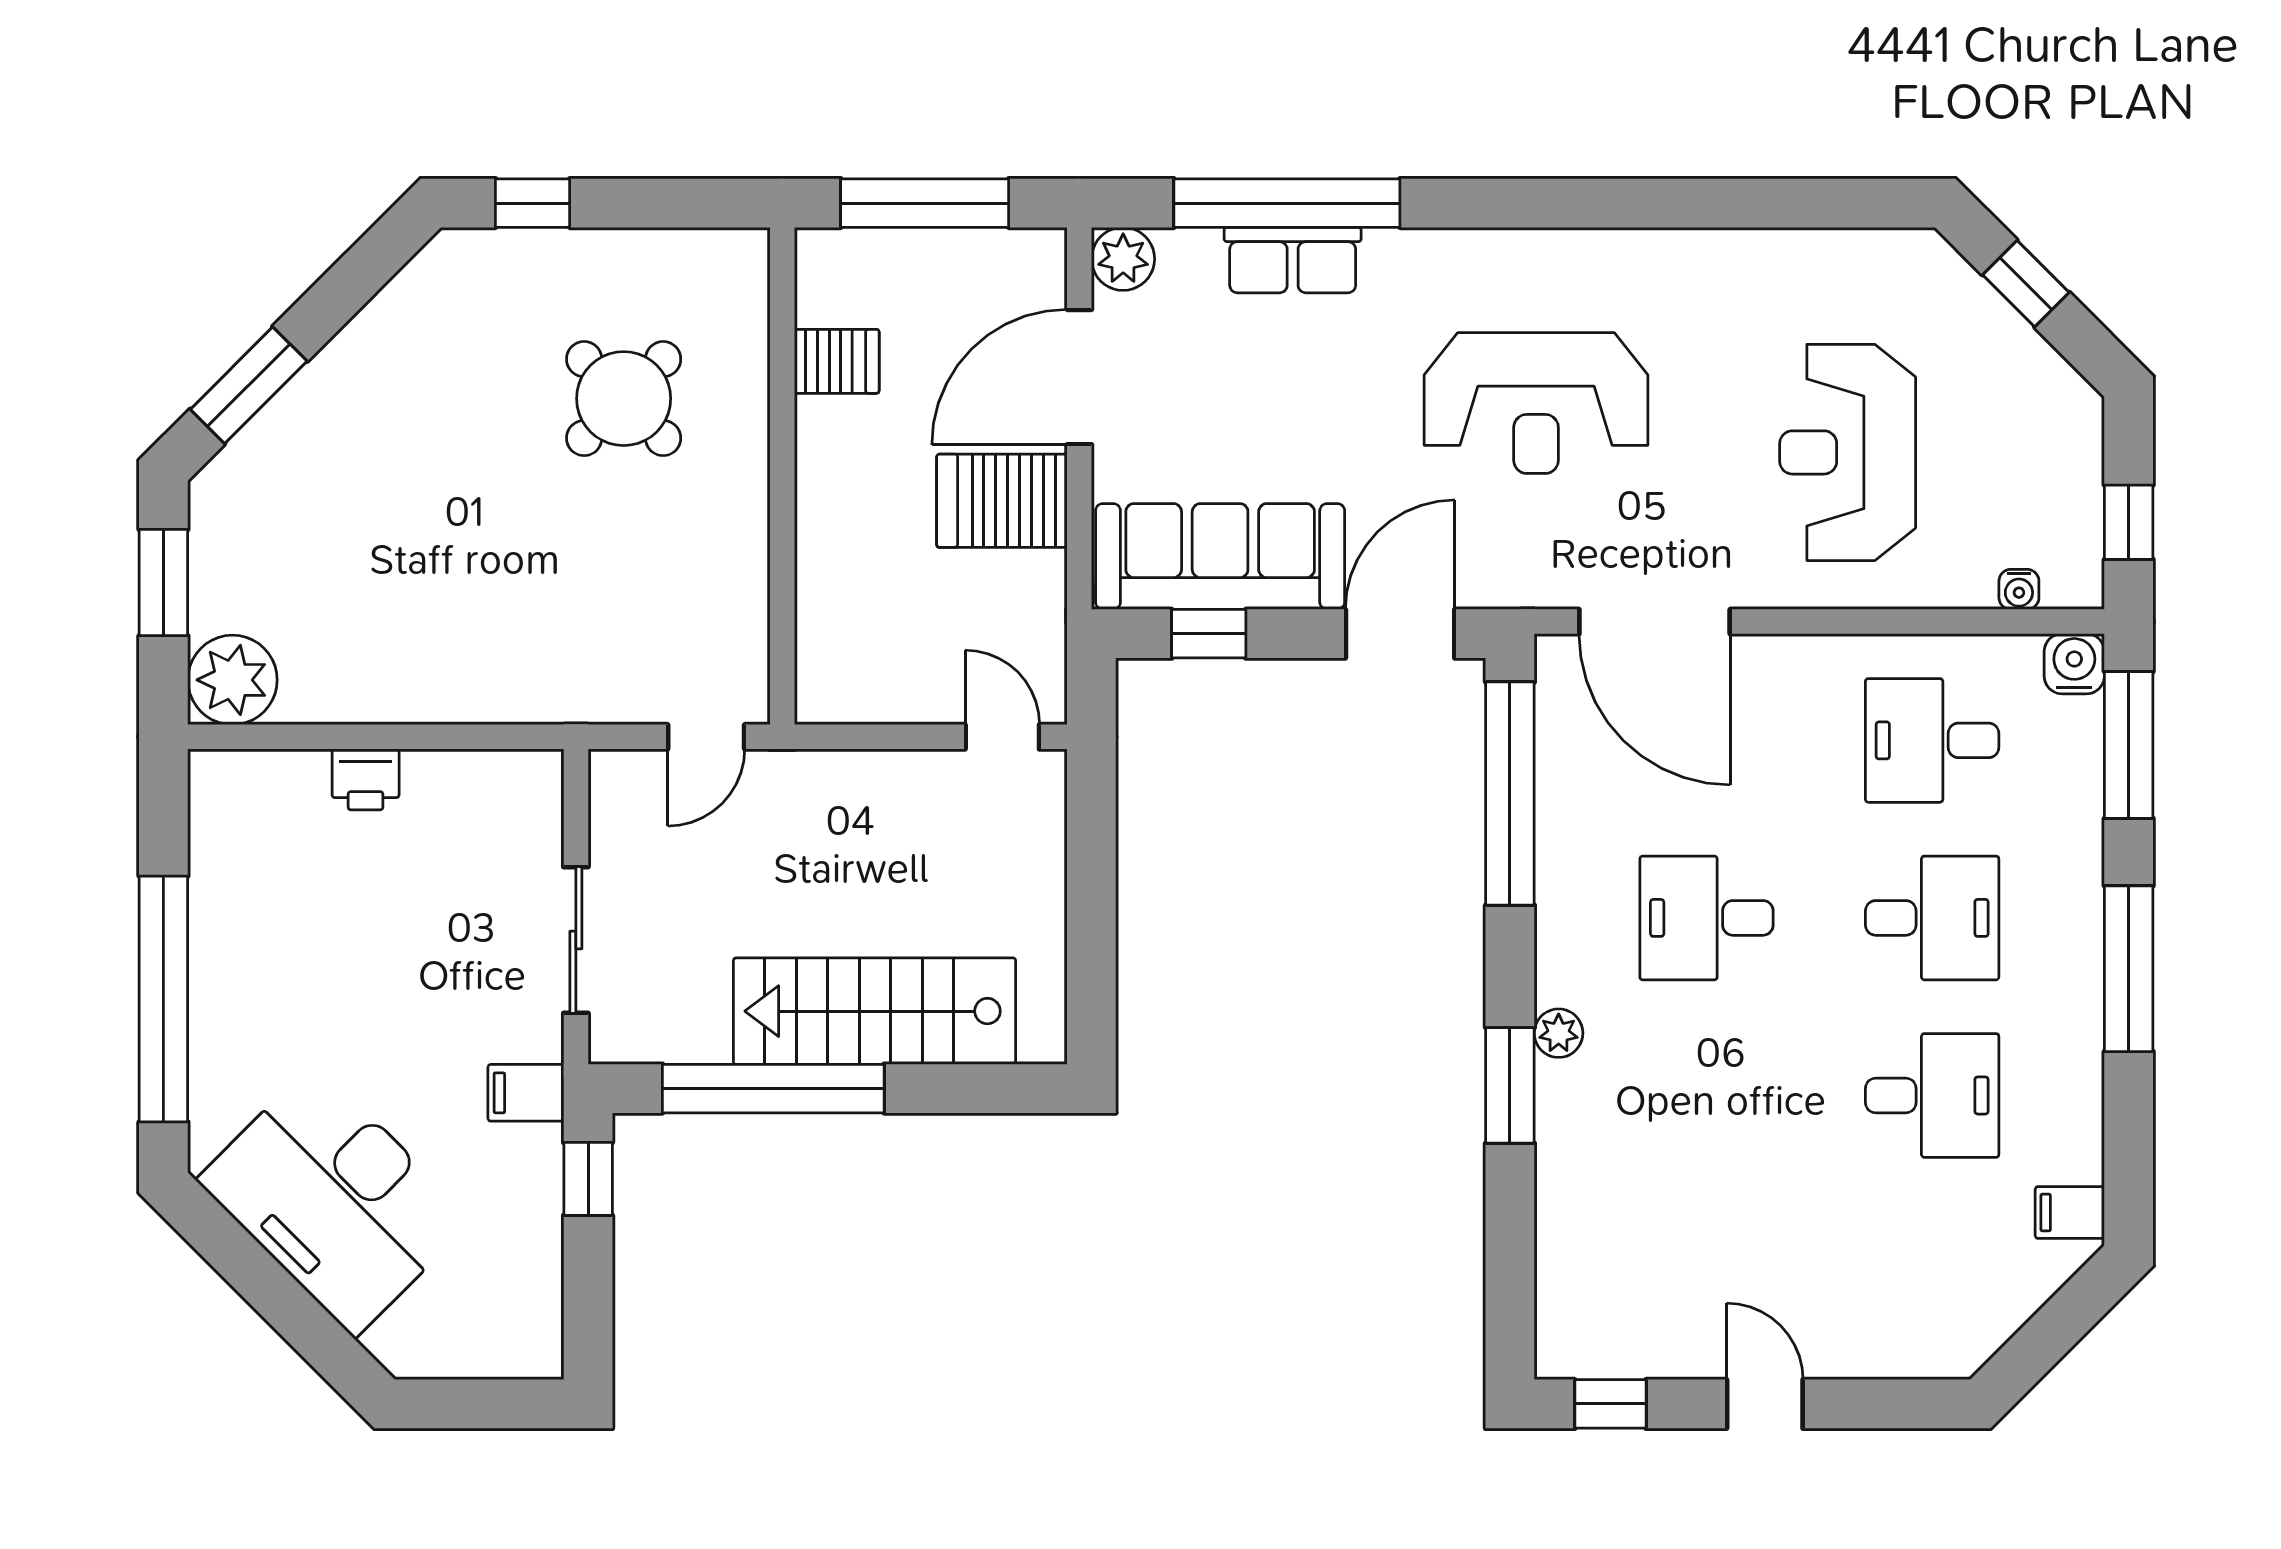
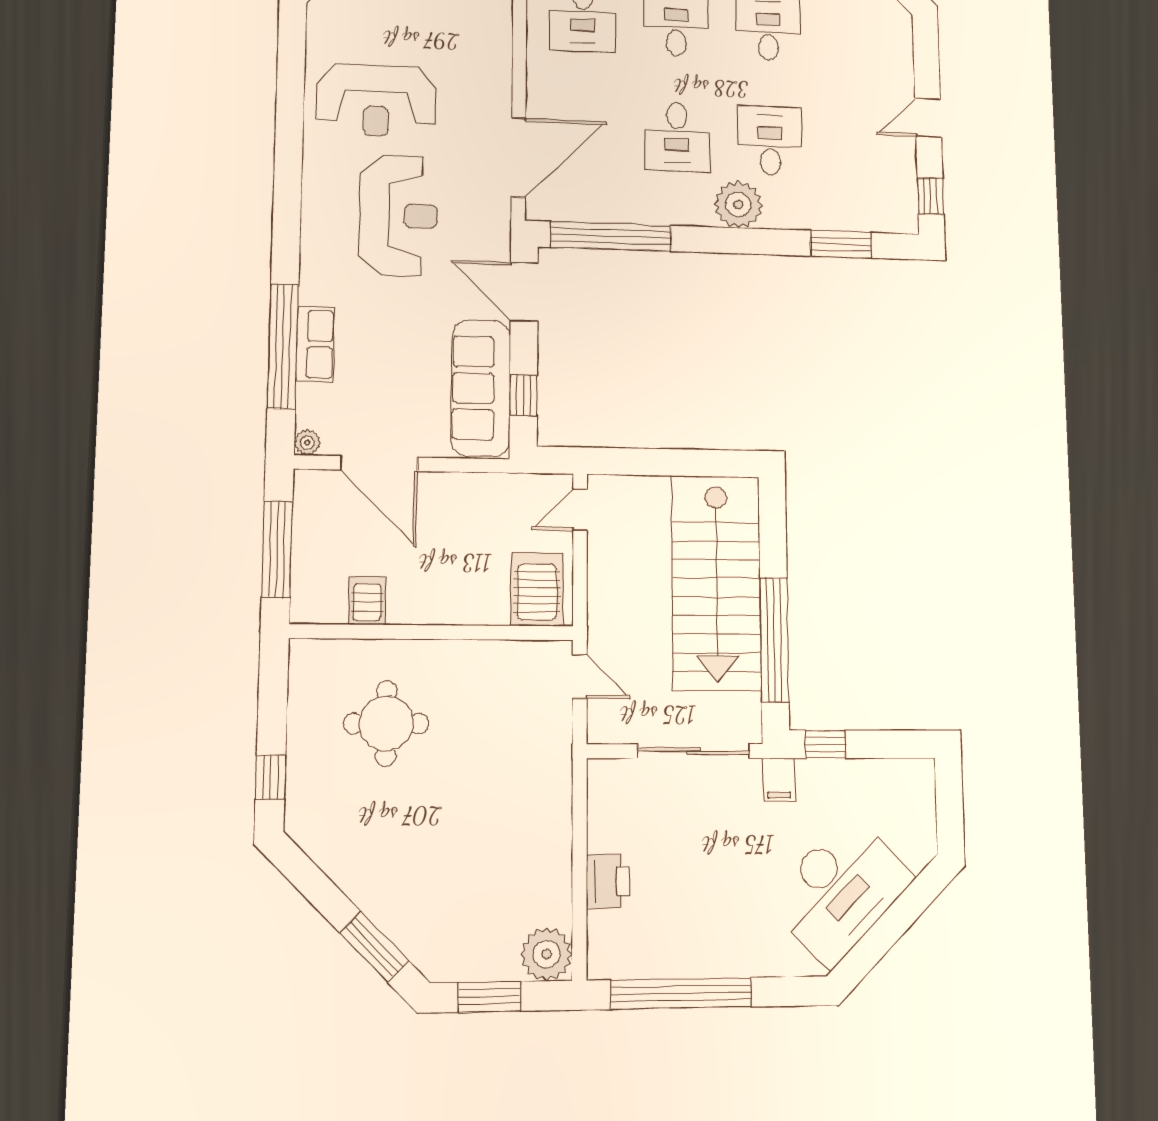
plant: (1123, 259) -> (307, 443), width x0.73, depth x0.73
round table: (624, 399) -> (386, 724), turned 45
reception desk: (1848, 452) -> (376, 100), moved
server rack: (1002, 501) -> (537, 589), moved, turned 180
printer: (366, 779) -> (608, 881), width x1.36, depth x1.24
sliding door: (576, 940) -> (694, 751), width x1.37
window: (163, 999) -> (681, 993), moved
stairs: (875, 1011) -> (717, 583), width x1.36, depth x1.51
plant: (1559, 1033) -> (738, 205), width x1.88, depth x1.88
window: (1510, 1085) -> (841, 244), moved
desk: (1707, 1095) -> (770, 141), added

